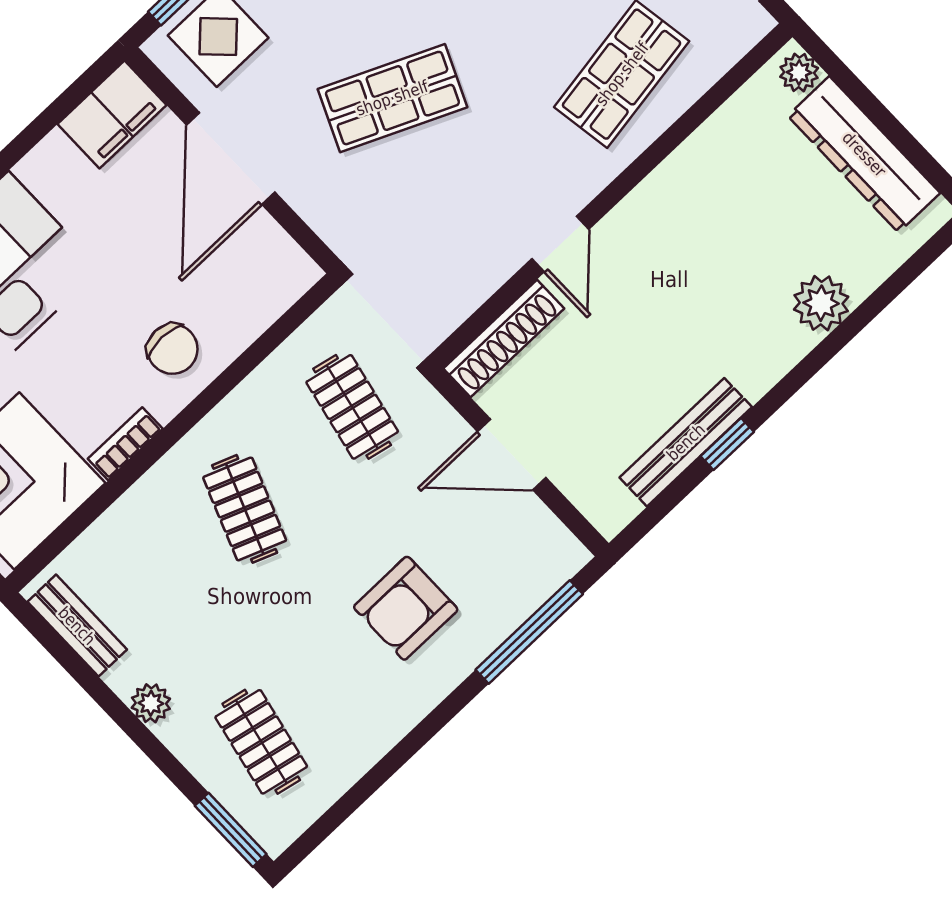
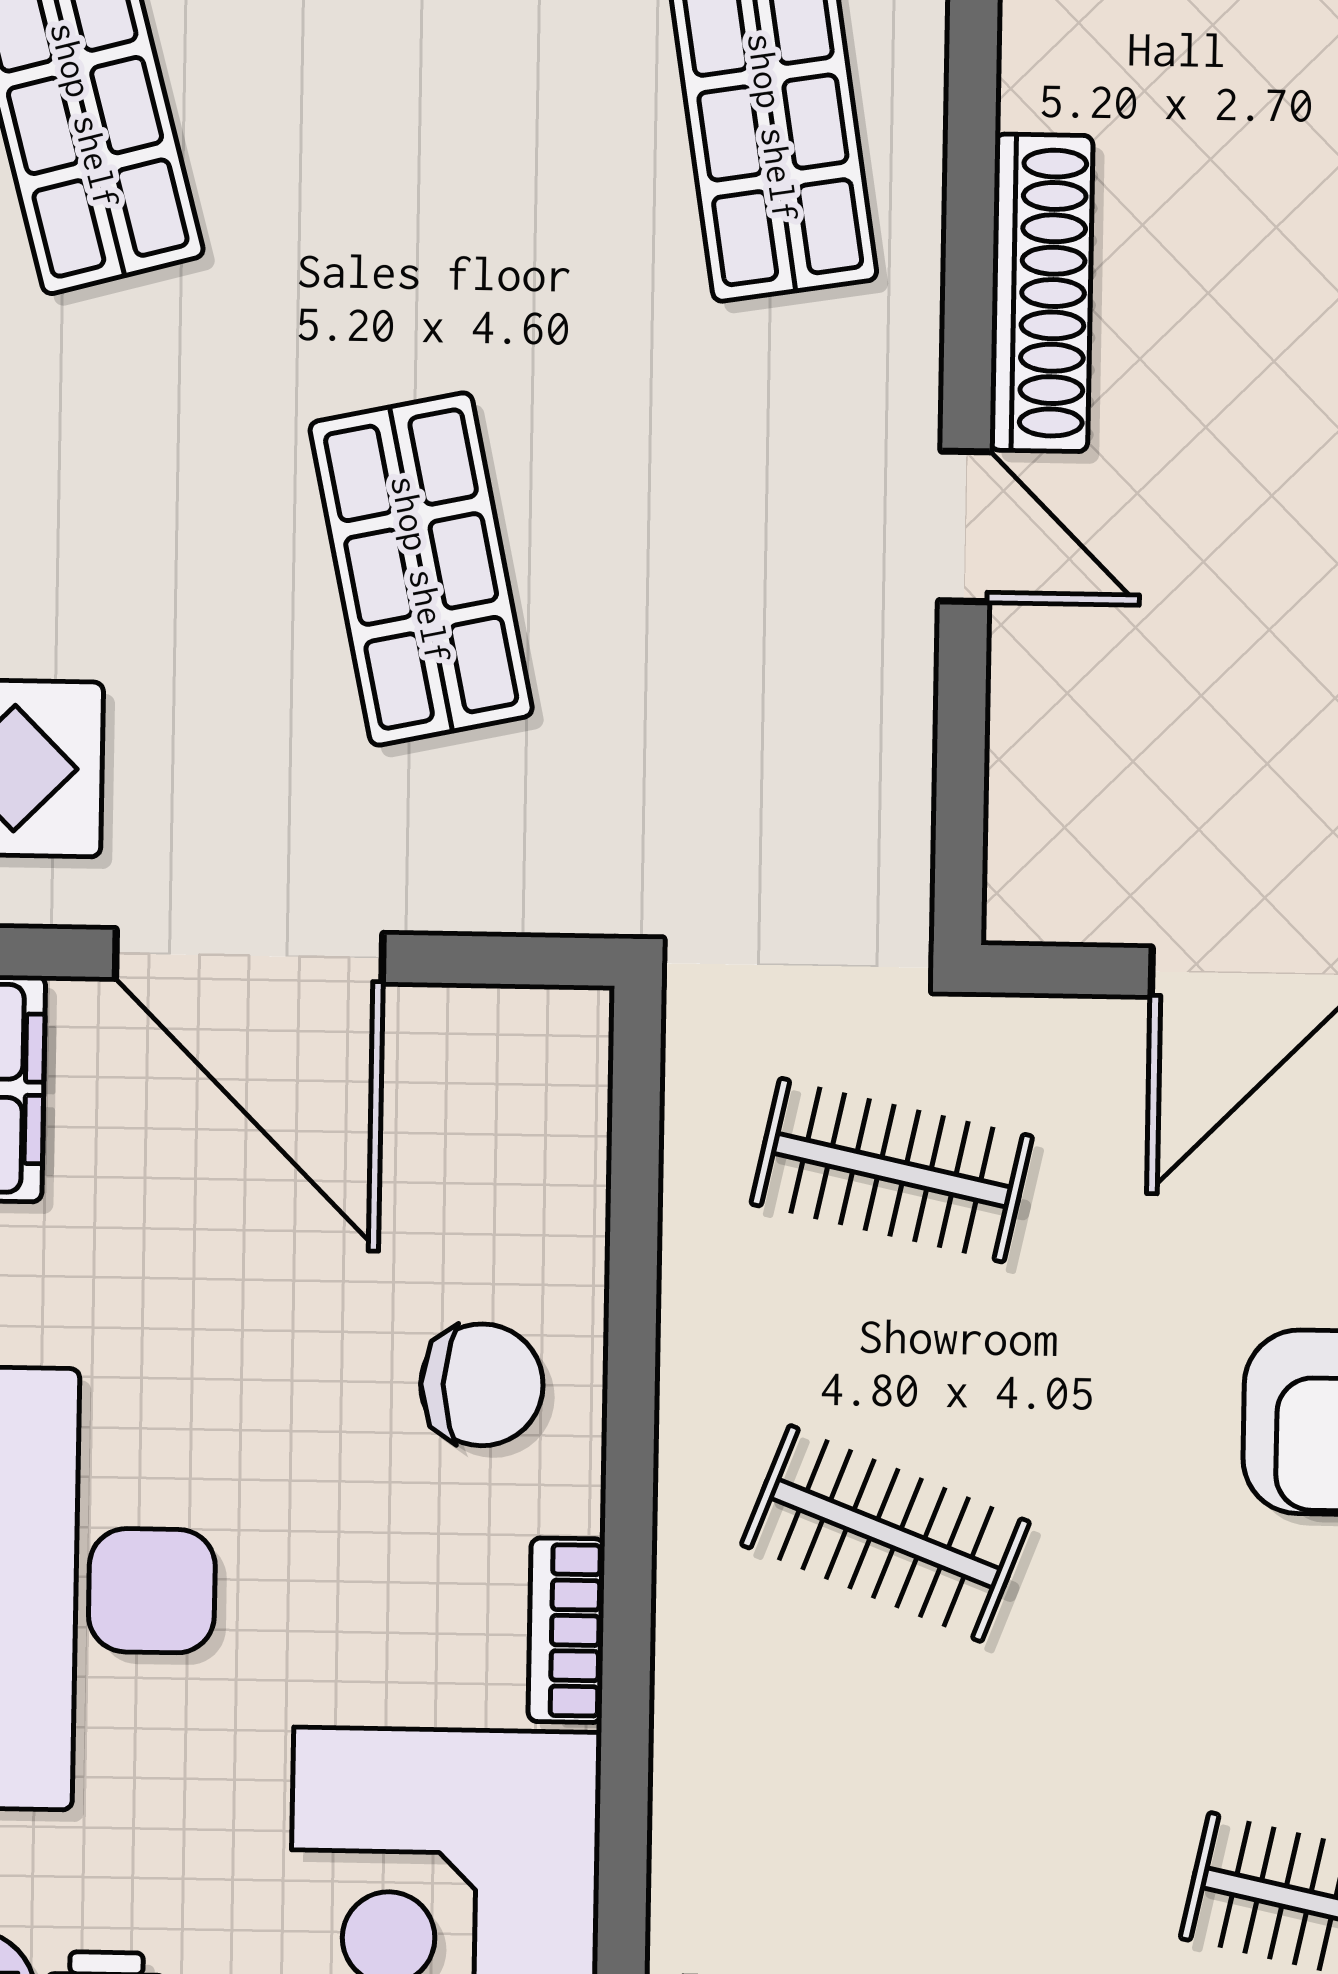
shop shelf: (392, 98) -> (421, 569), turned -36
shoe rack: (504, 339) -> (1041, 293), moved

